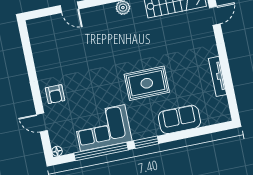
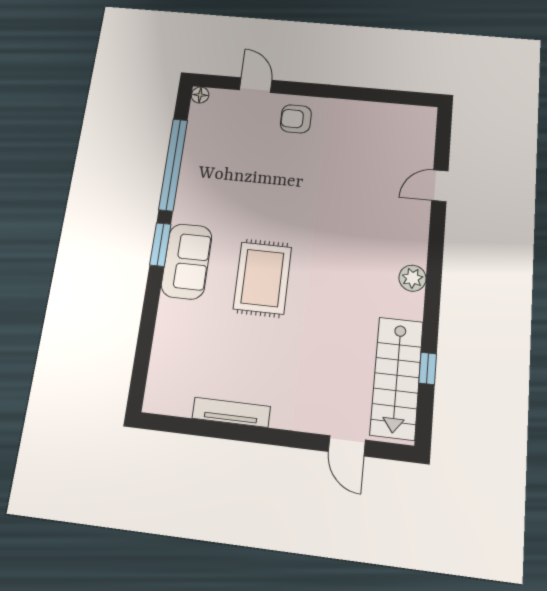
sofa: (179, 119) -> (187, 261), moved
door: (42, 122) -> (256, 85), hinge flipped
corner sofa: (103, 128) -> (212, 179), removed

